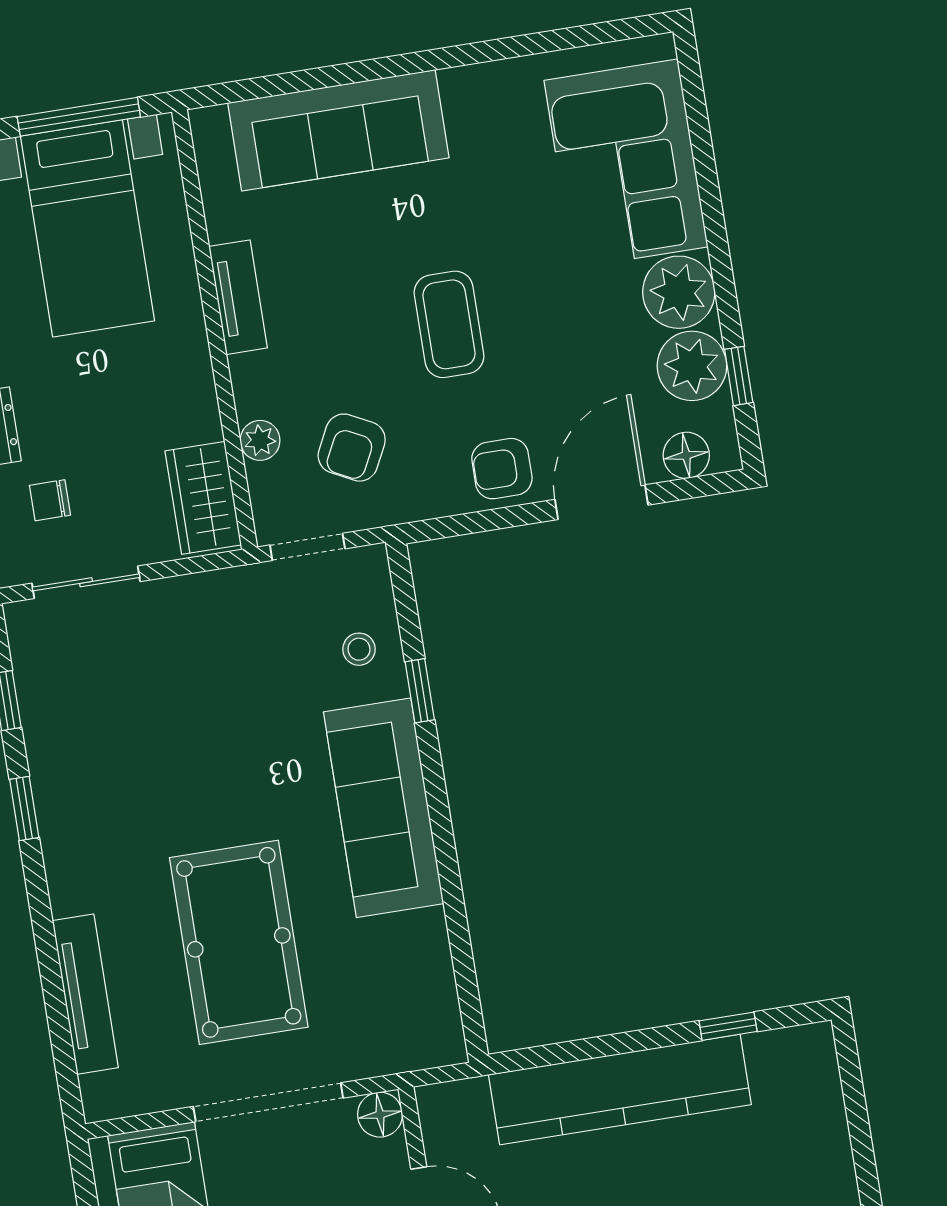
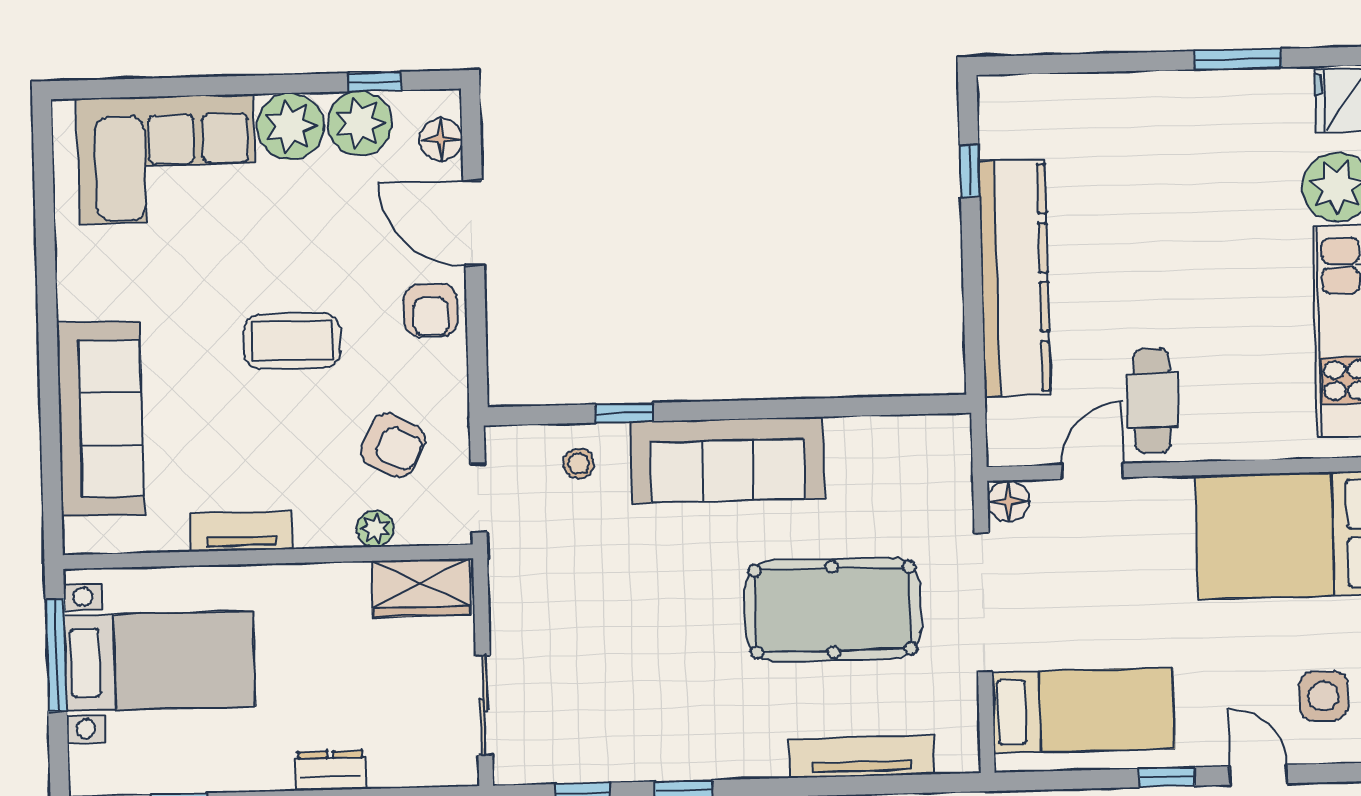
chair: (50, 500) -> (404, 729), removed

